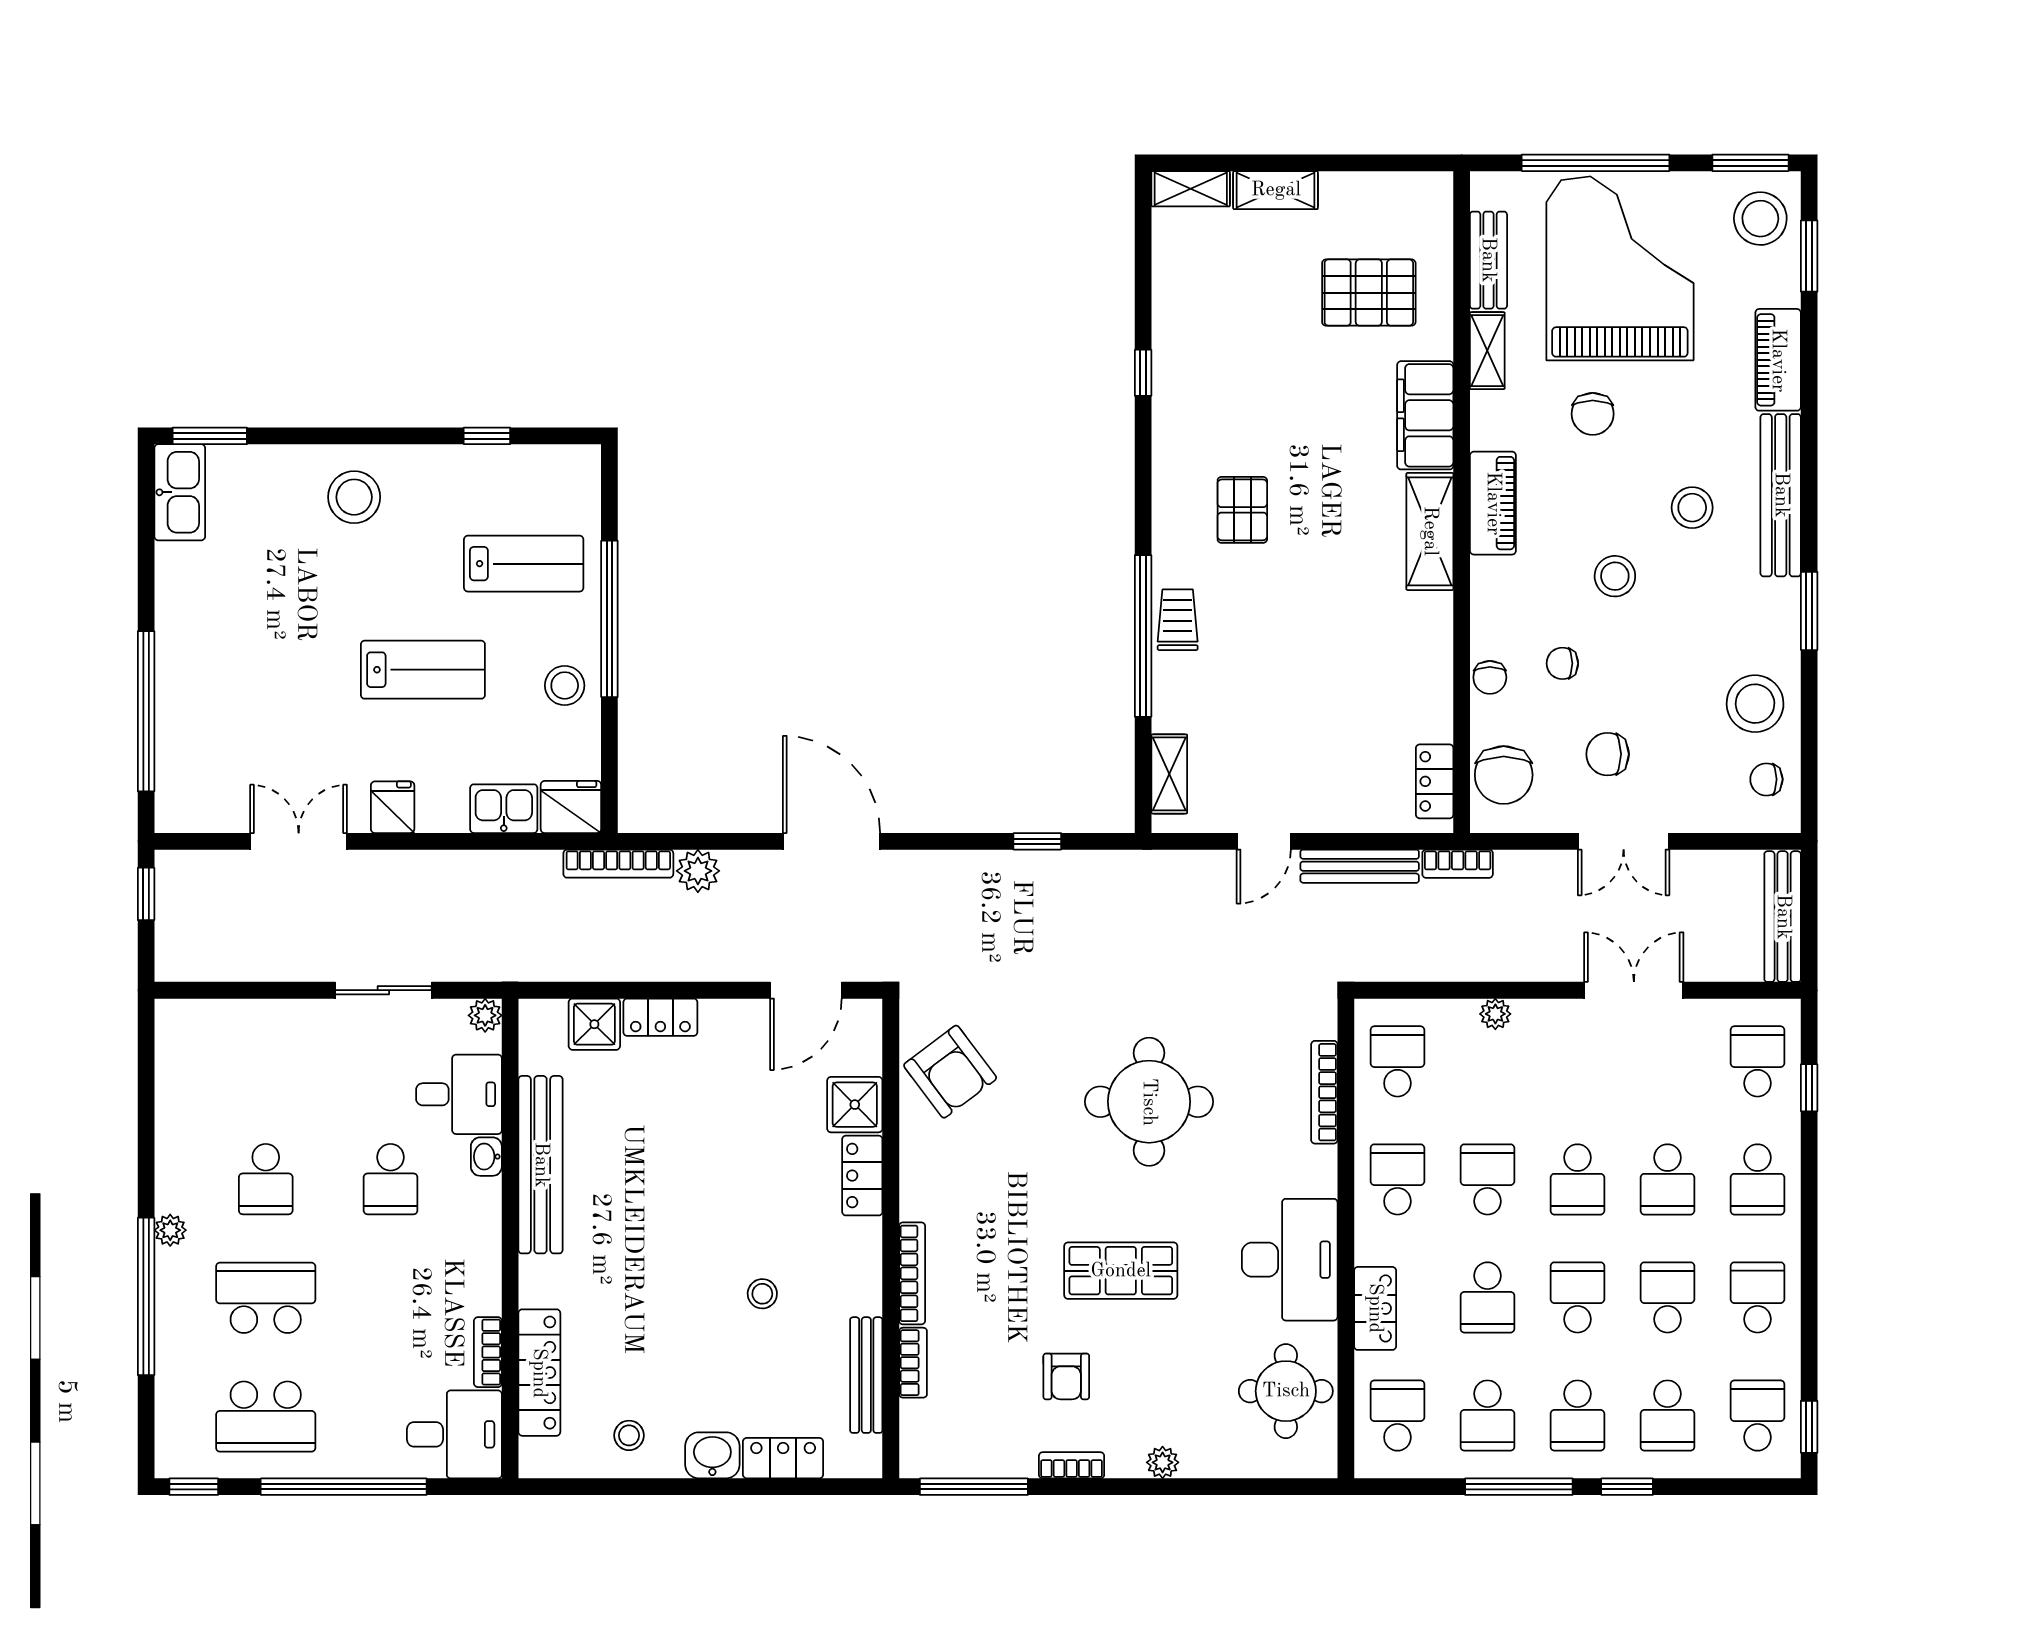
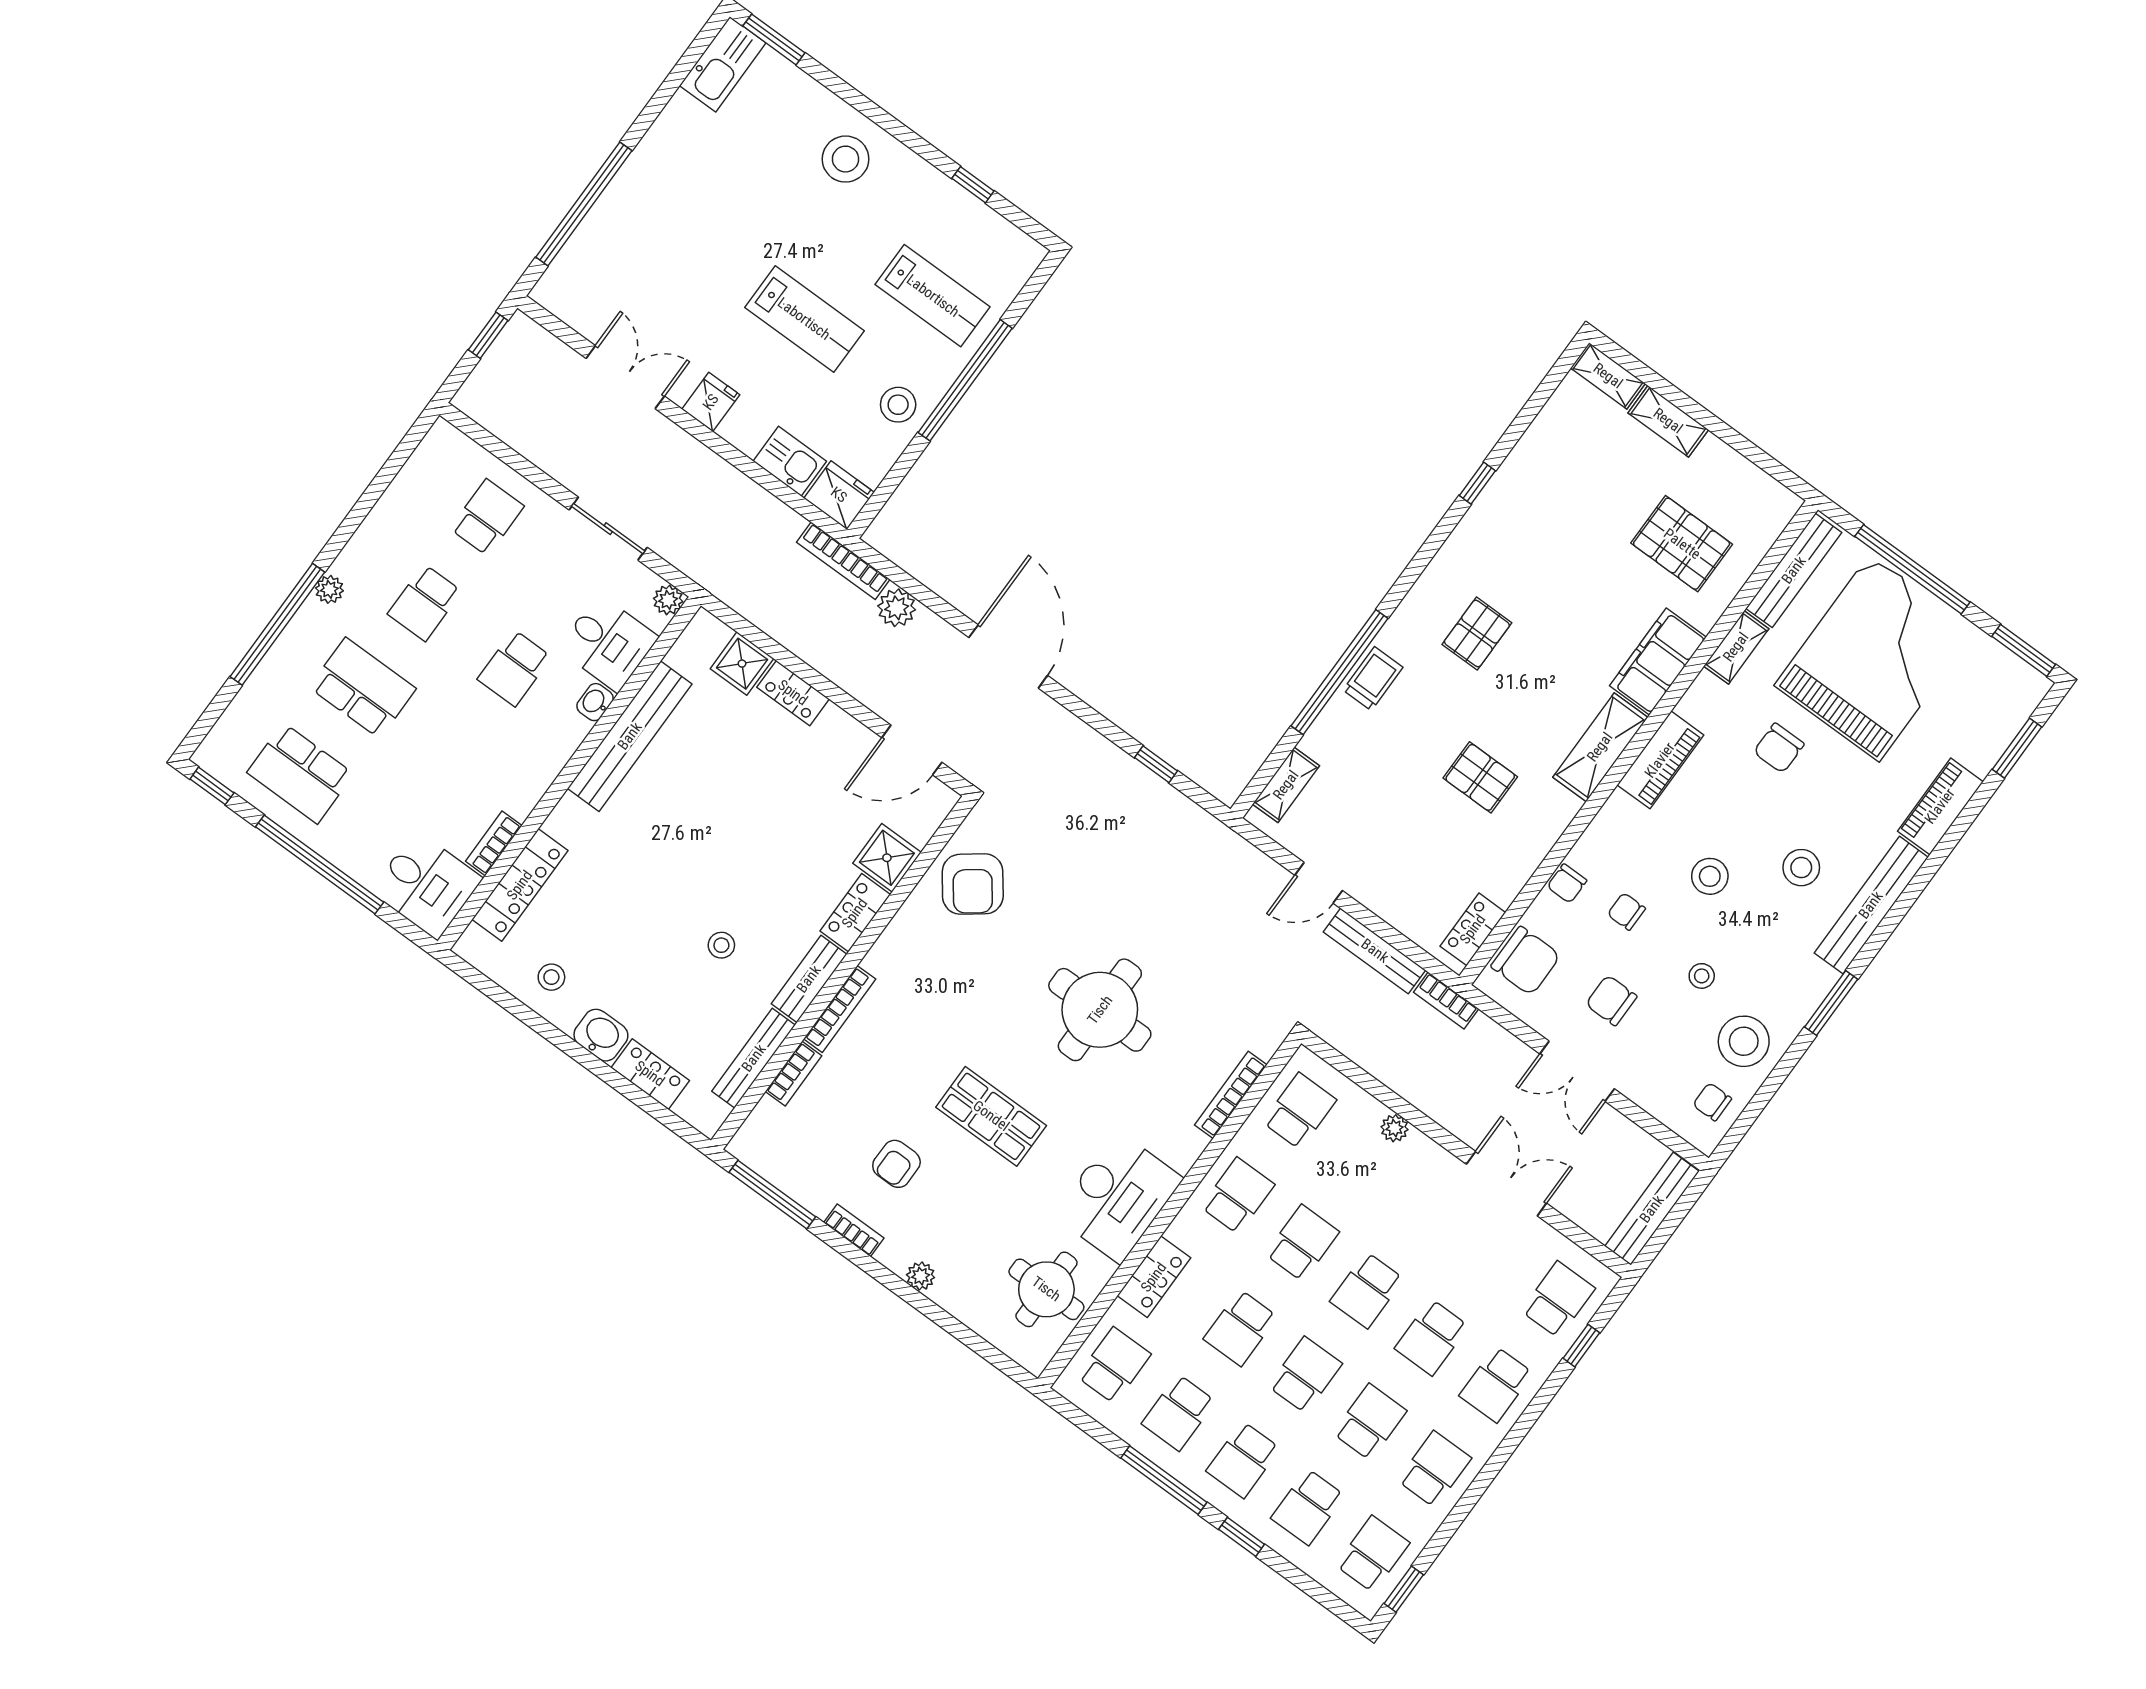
stool: (1760, 219) -> (1702, 976), moved, width x0.53, depth x0.53
bench: (1488, 260) -> (1794, 570), width x1.36
pallet: (1341, 638) -> (1480, 777), added
chair: (1504, 775) -> (1526, 961), turned -90
school desk: (266, 1060) -> (487, 517), added
bench: (864, 1266) -> (809, 979), added

